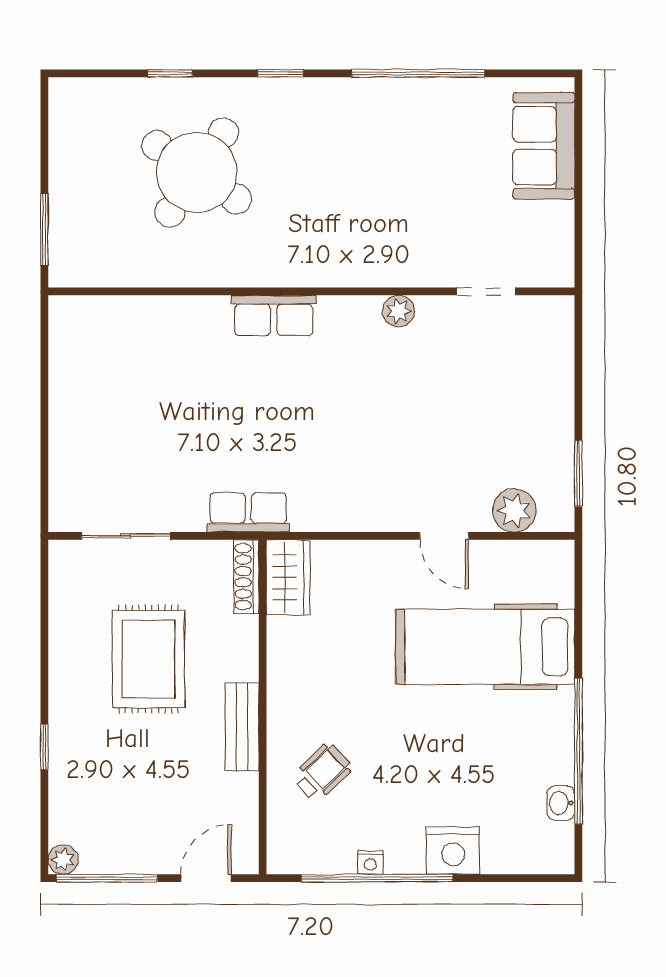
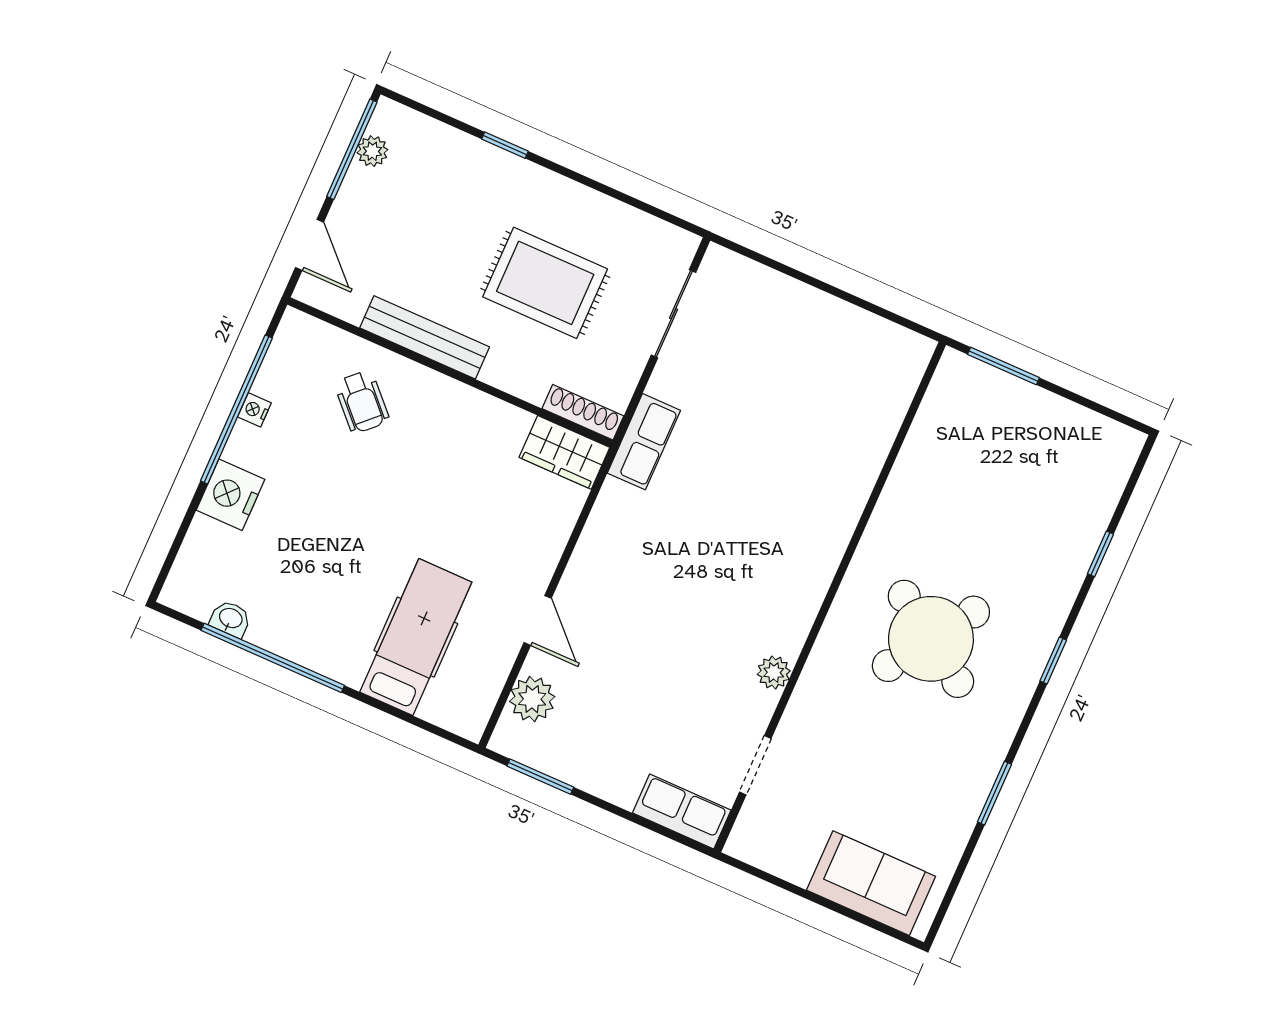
window: (418, 73) -> (994, 793), width x0.47
round table: (197, 172) -> (931, 639), moved
row of seats: (274, 315) -> (682, 812), moved, turned 90
door: (444, 536) -> (538, 620), swing flipped
hospital bed: (485, 647) -> (416, 637), width x0.73, depth x0.78
bench: (242, 727) -> (425, 337), width x1.36
plant: (63, 860) -> (372, 151), moved

